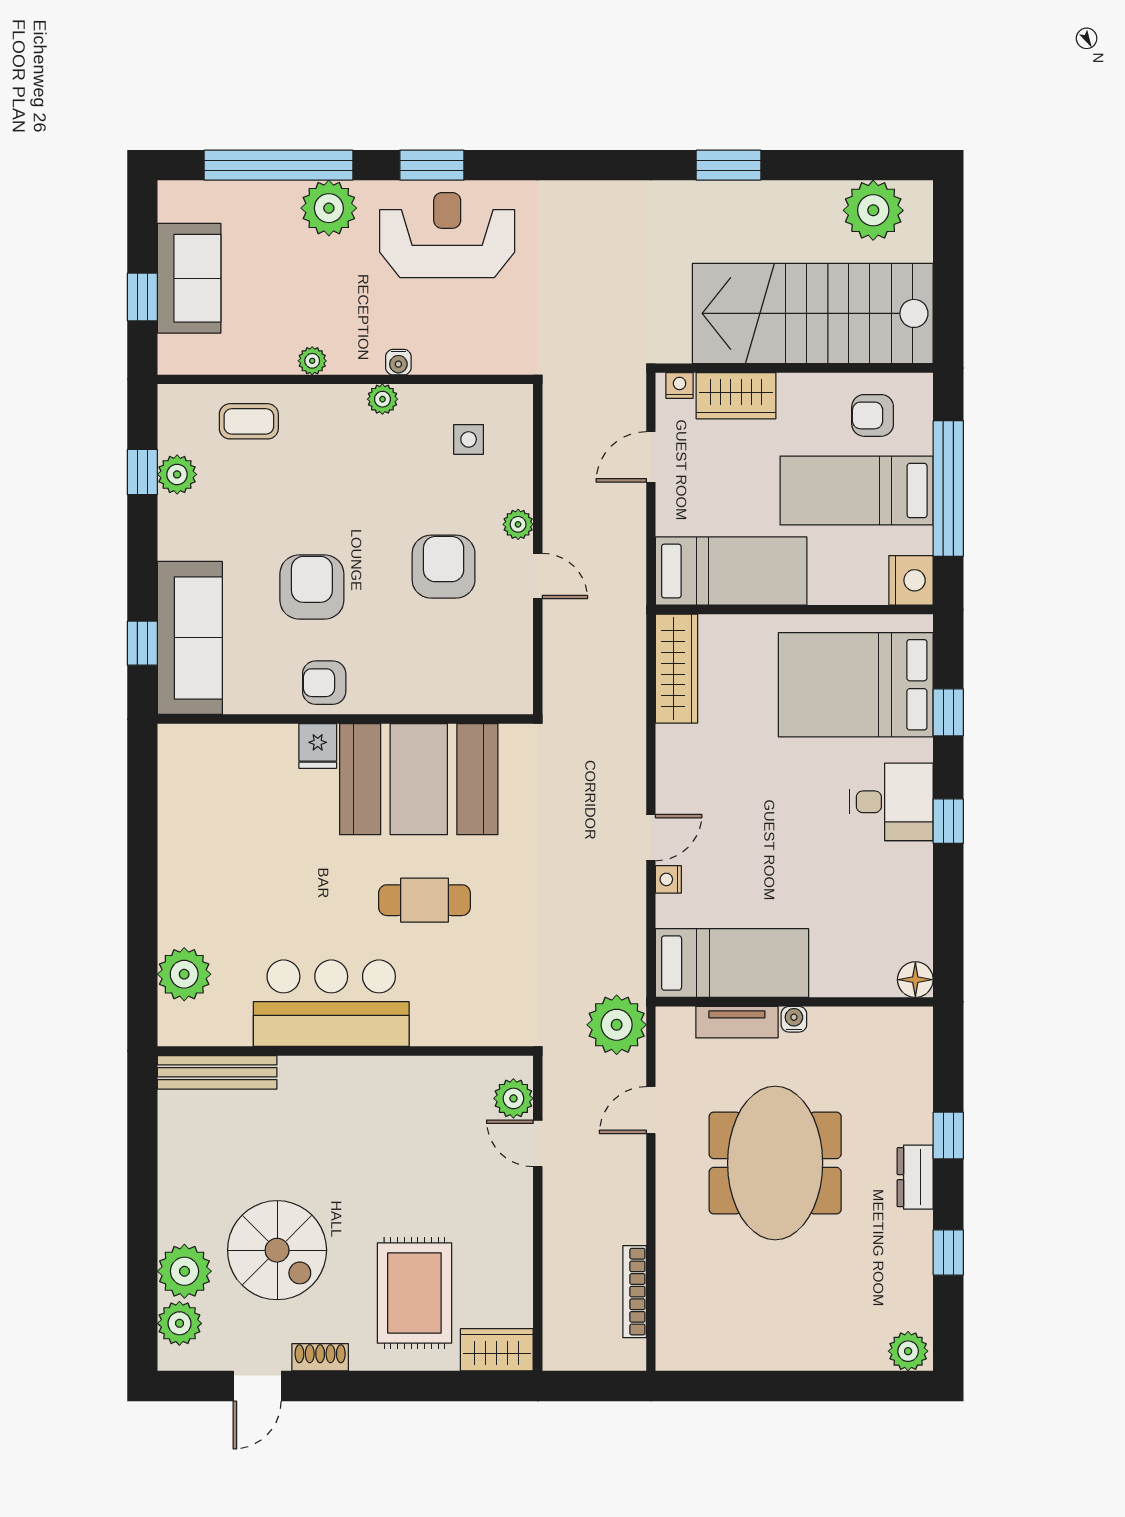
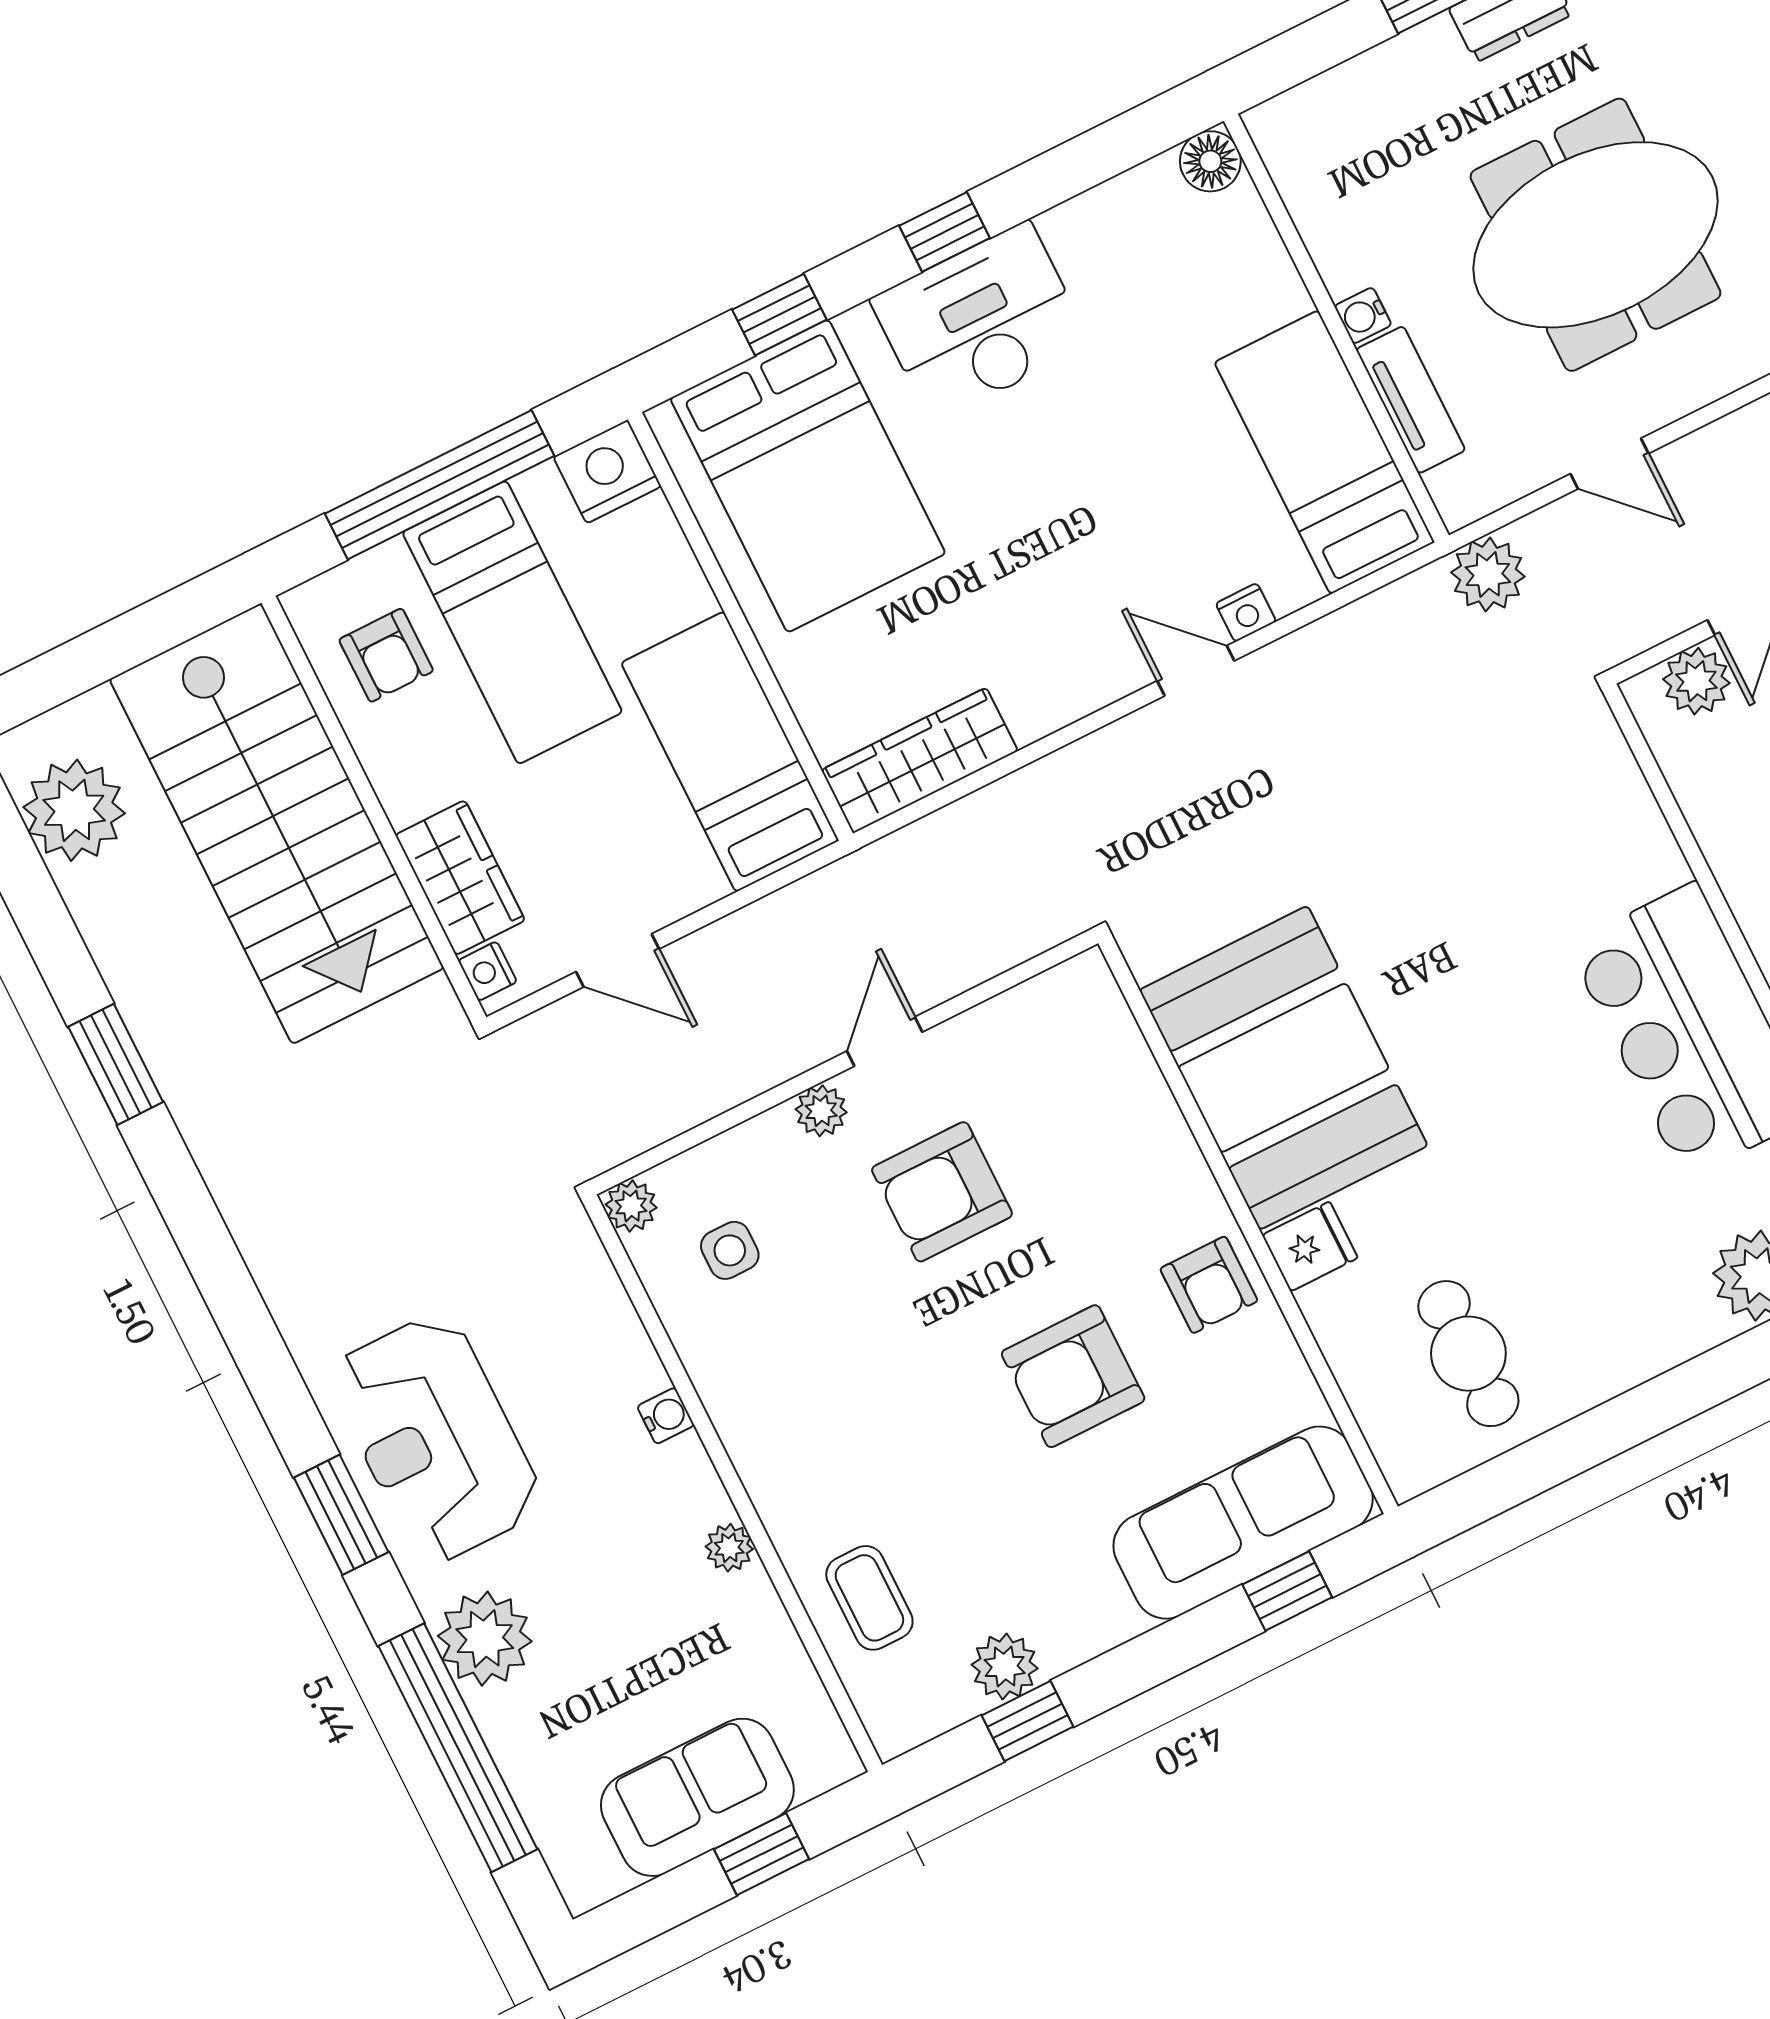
plant: (382, 399) -> (631, 1206), moved
desk: (891, 802) -> (980, 322), width x1.37
cafe table: (424, 900) -> (1468, 1354), moved
plant: (617, 1025) -> (1488, 575), width x0.73, depth x0.73

